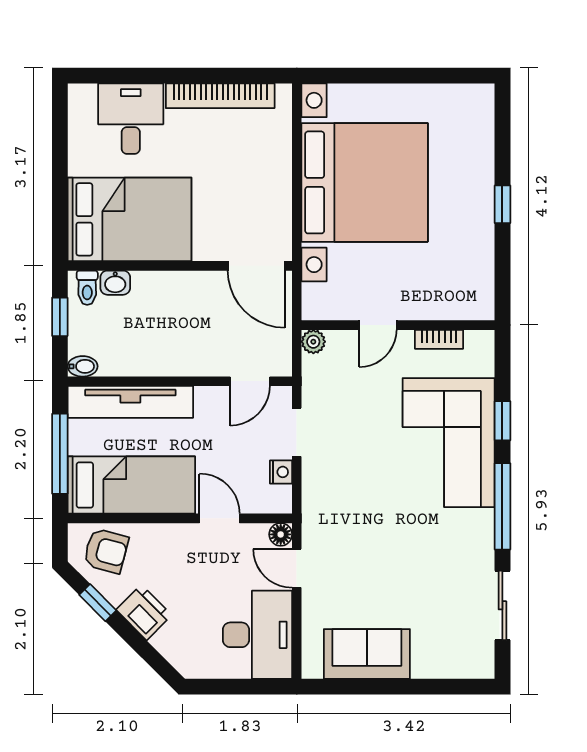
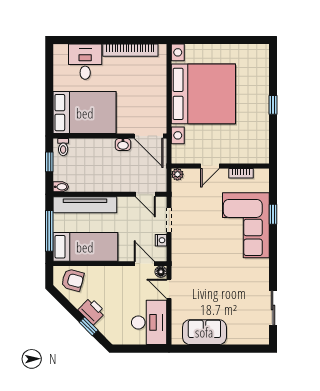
washbasin: (115, 283) -> (123, 145), moved
door: (250, 381) -> (145, 194), hinge flipped
window: (502, 506) -> (273, 258), removed
door: (220, 518) -> (144, 264), moved
window: (98, 603) -> (89, 326), moved

